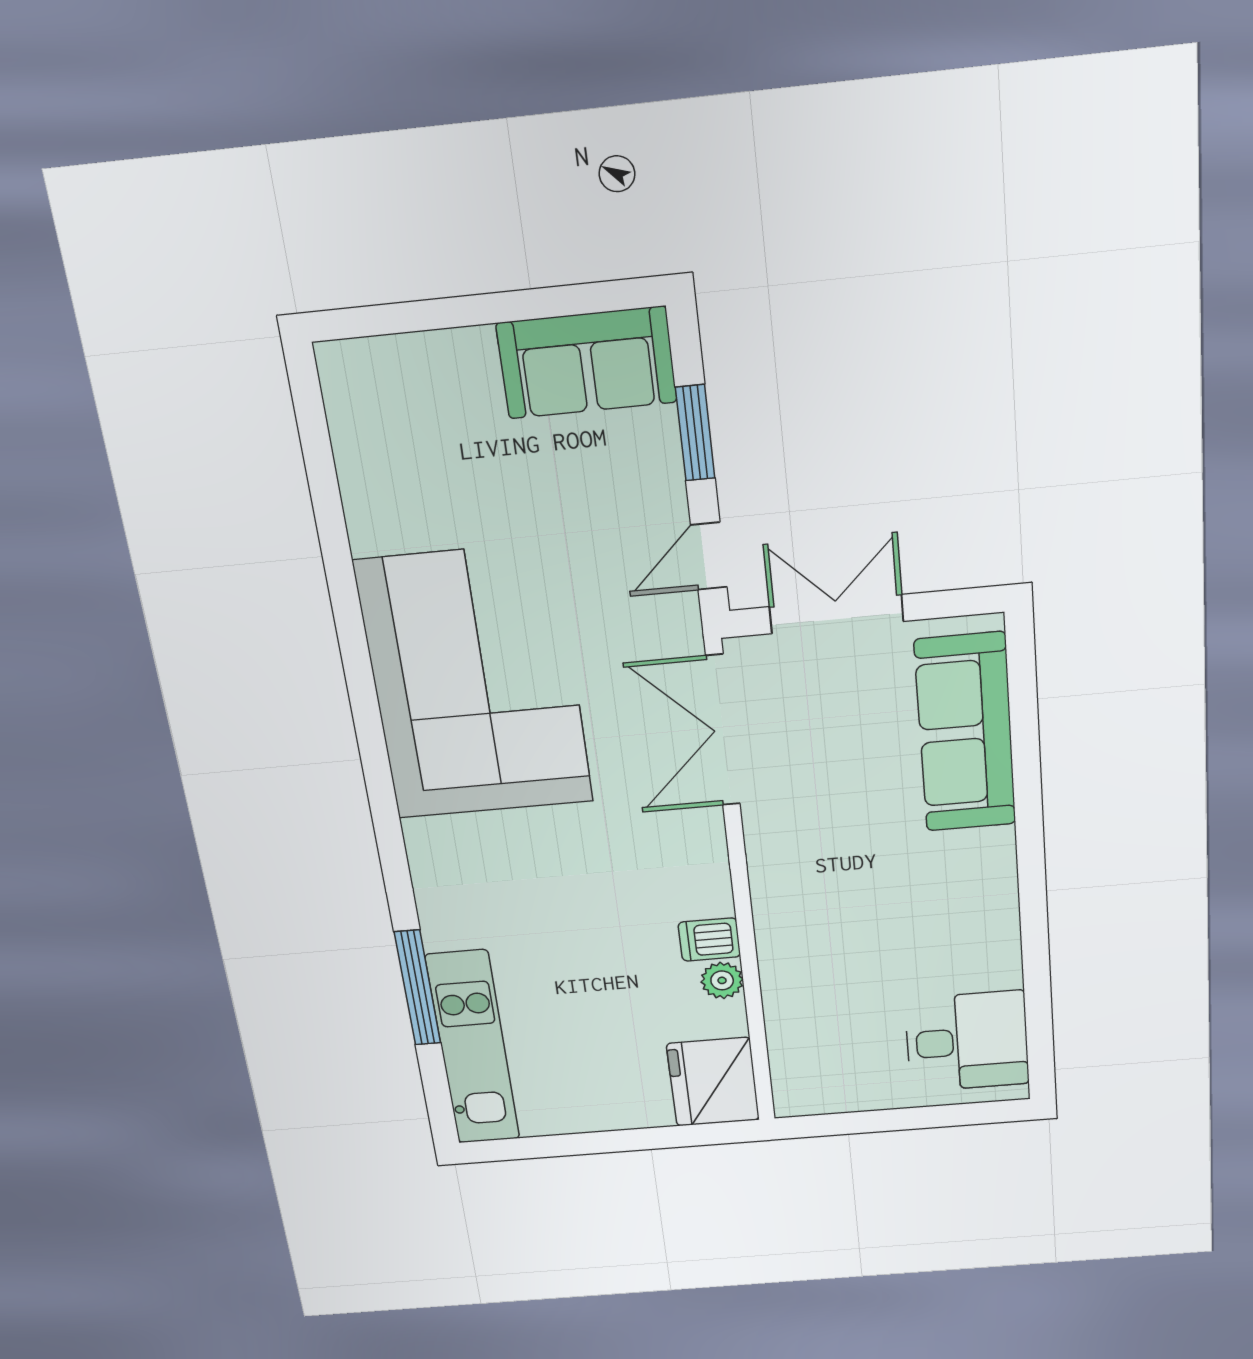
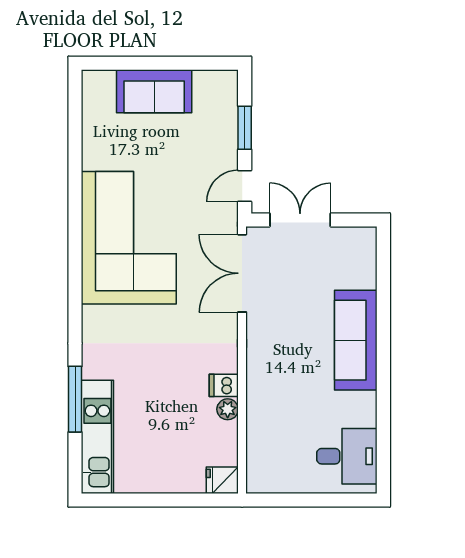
sofa: (587, 363) -> (154, 91), moved
sofa: (966, 733) -> (356, 340), moved
fridge: (713, 1082) -> (222, 480), width x0.53, depth x0.75

